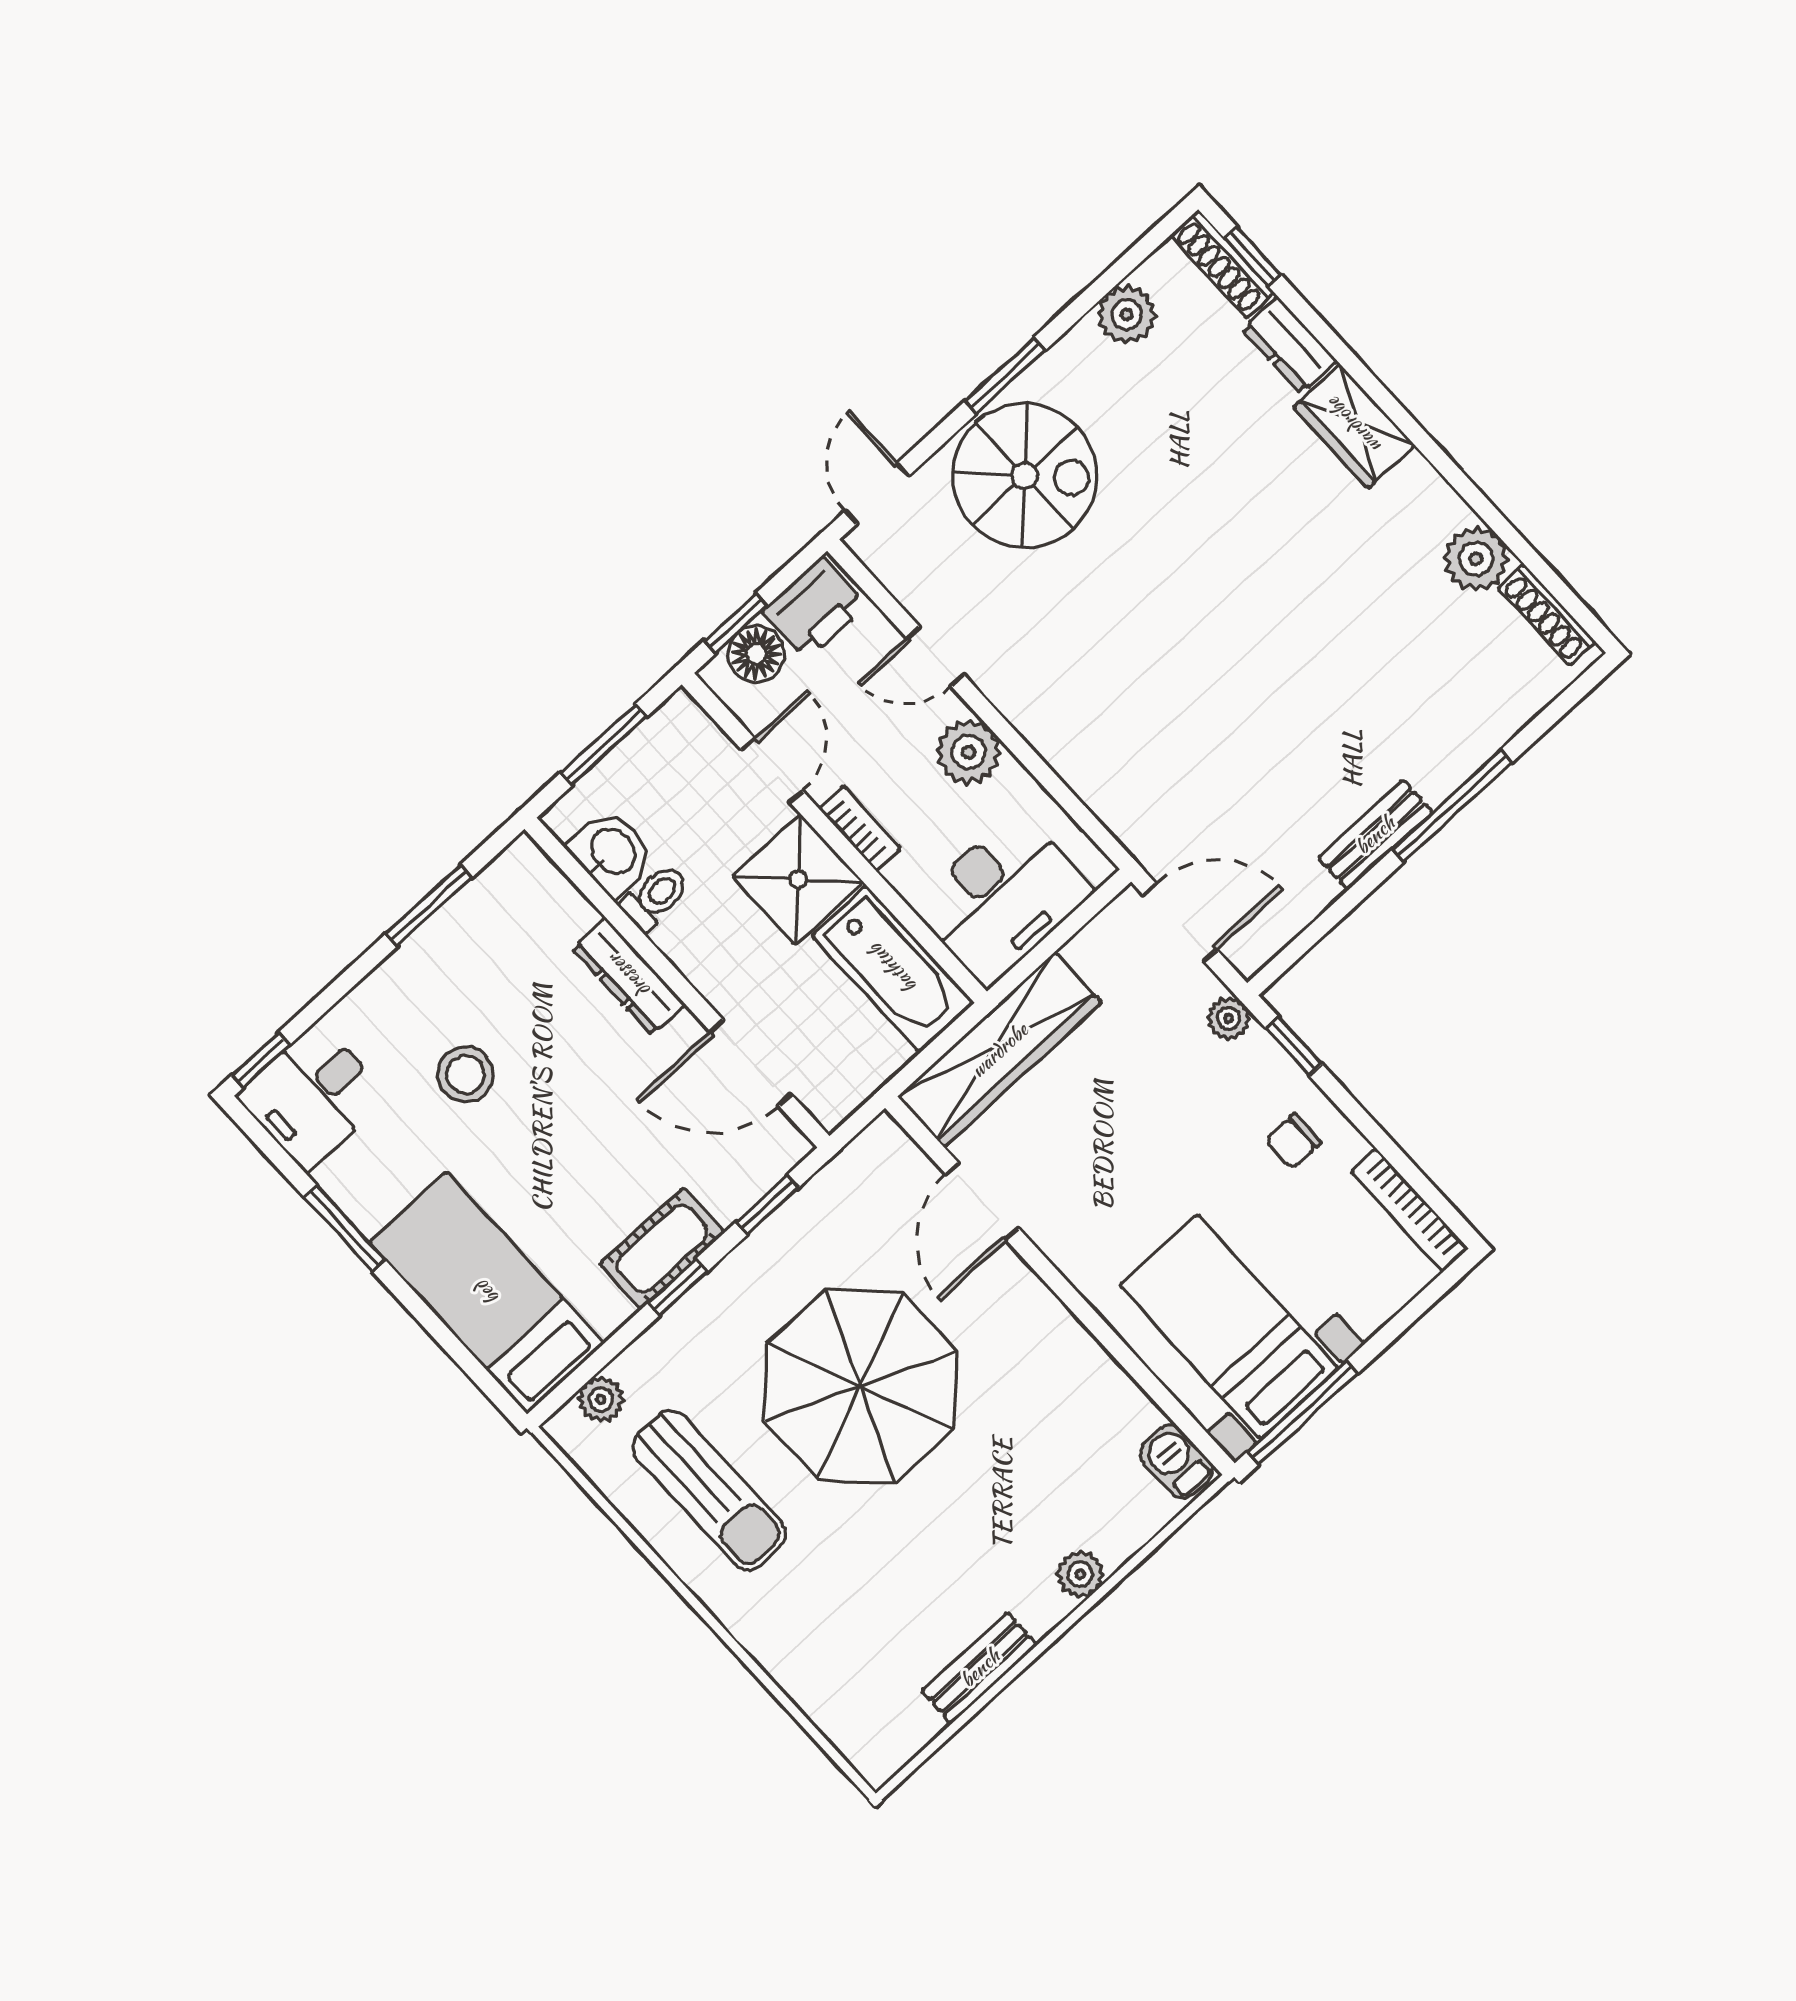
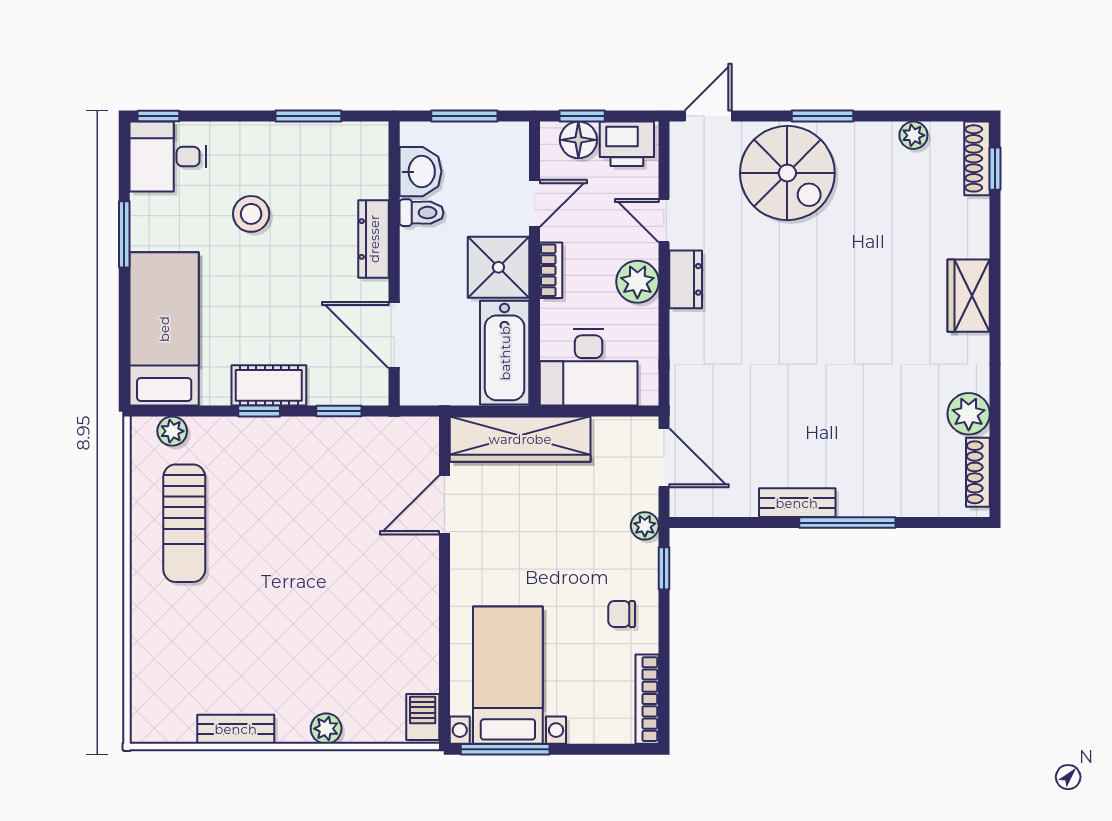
plant: (1127, 315) -> (913, 135), width x0.73, depth x0.73
dresser: (1289, 345) -> (686, 279), moved, turned 180
parasol: (860, 1386) -> (303, 540), removed

